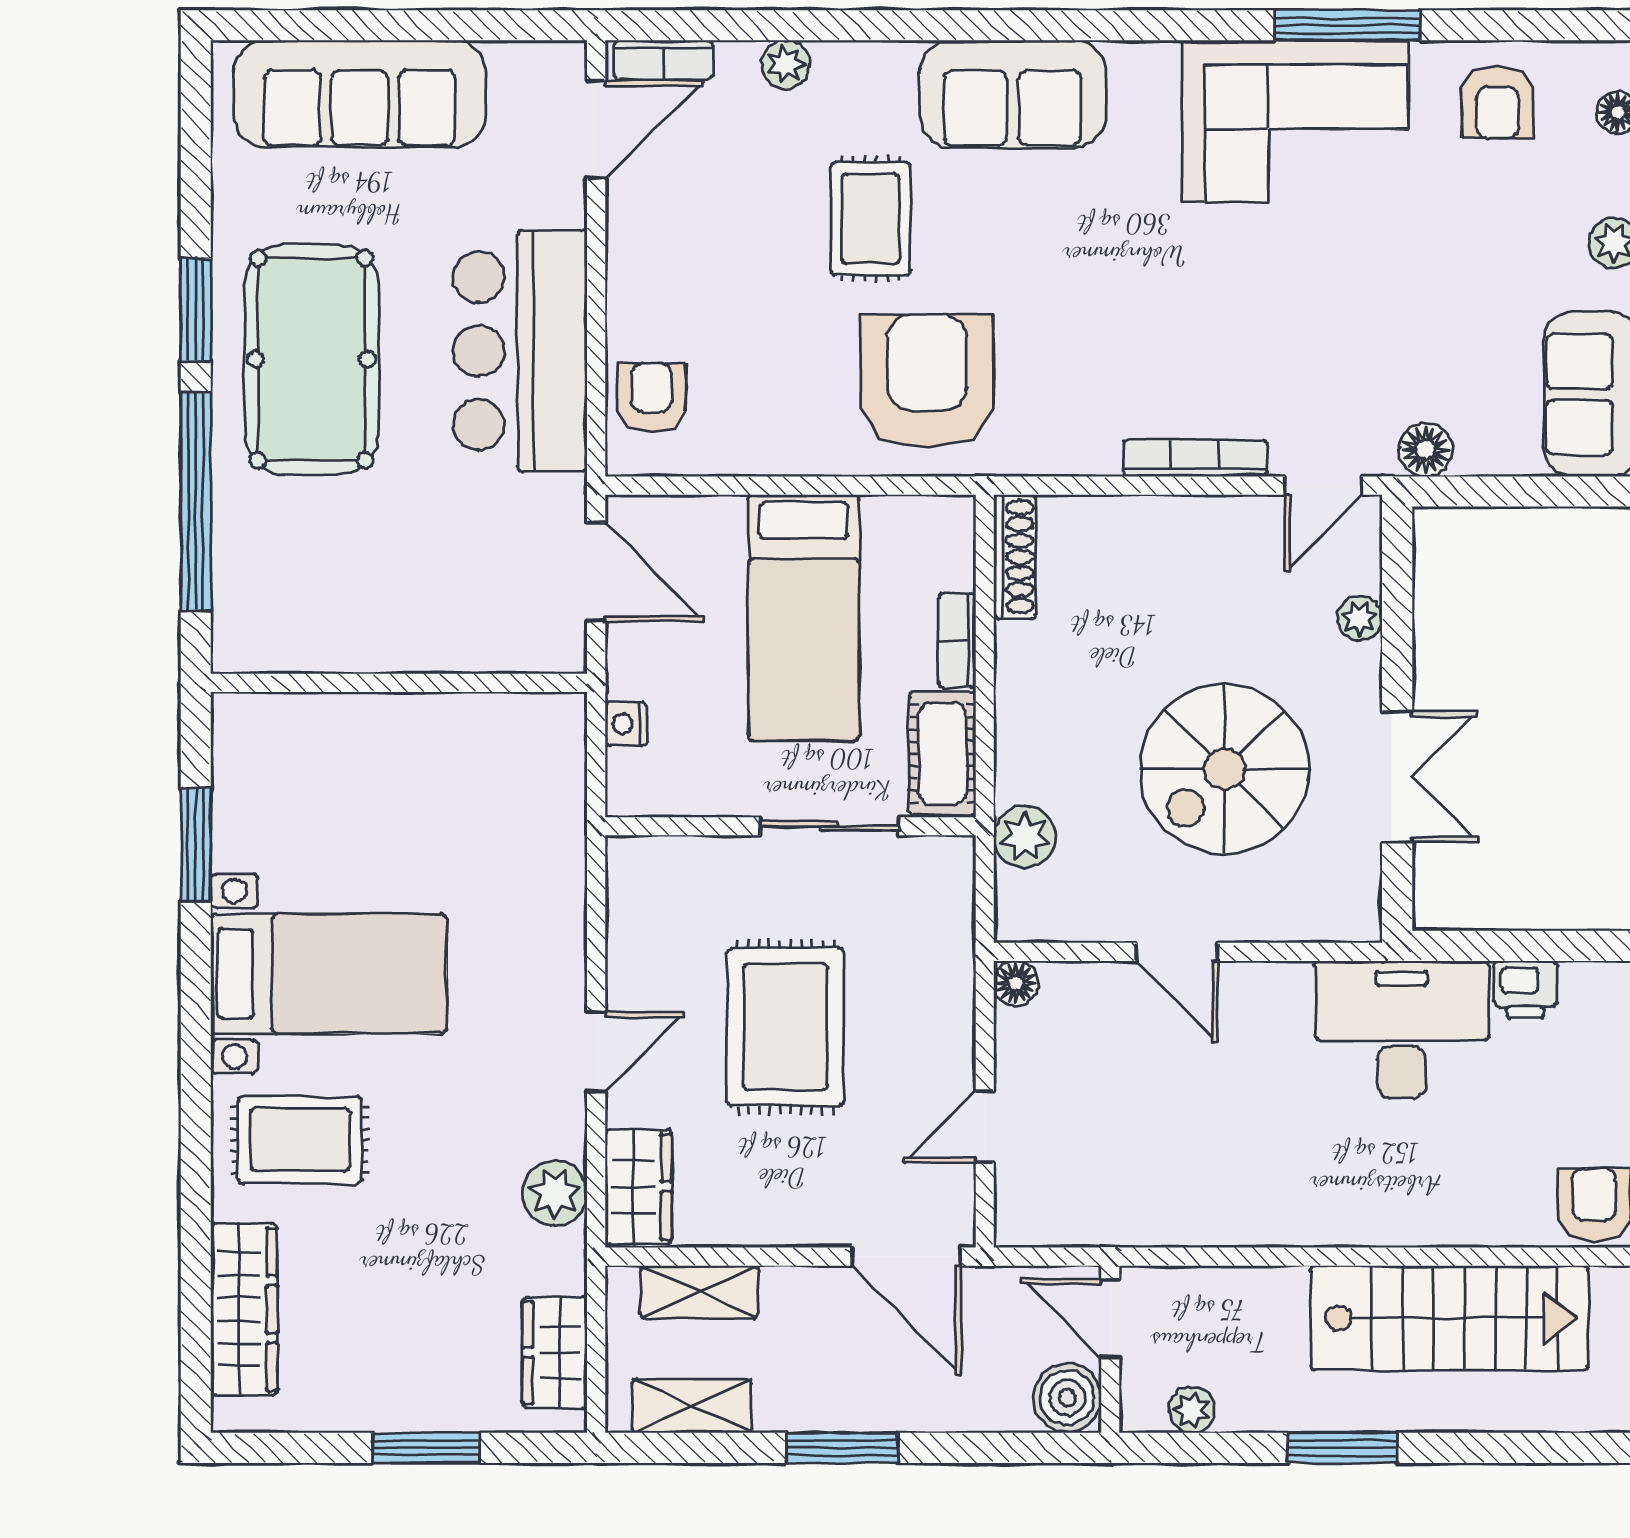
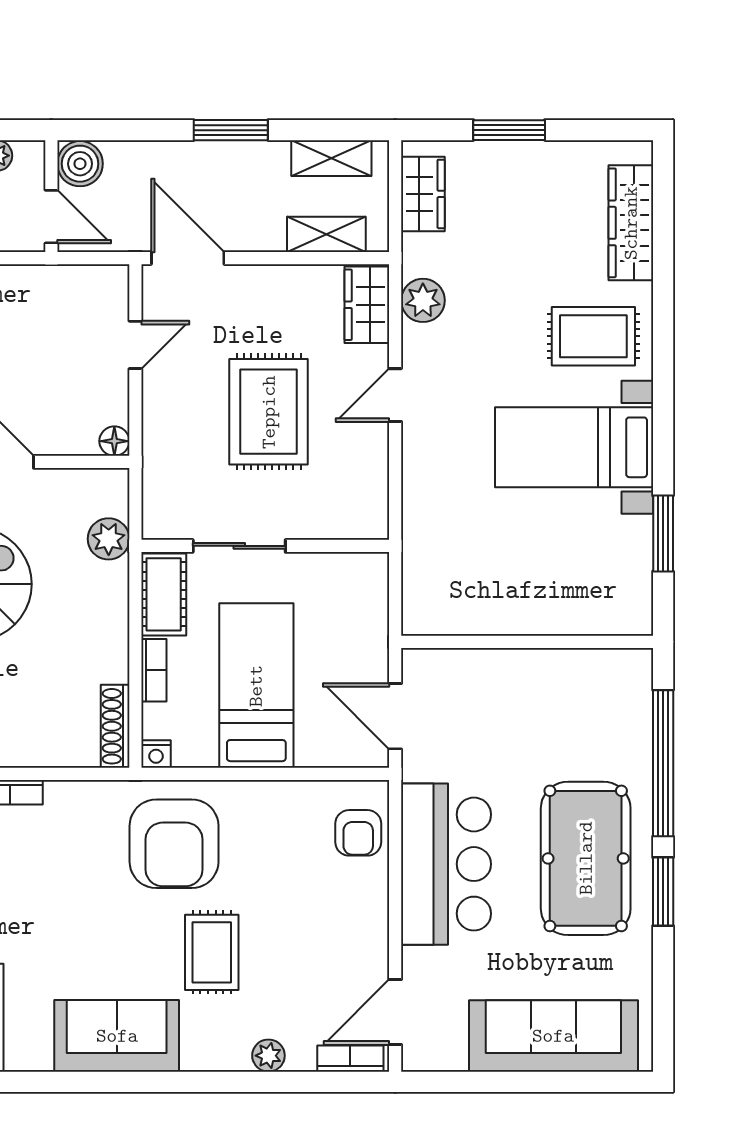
nightstand: (626, 724) -> (156, 754), moved, turned 90

